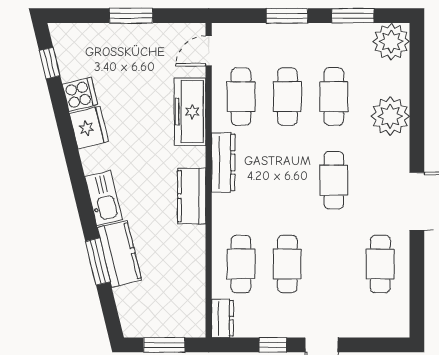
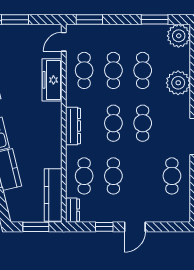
window: (287, 16) -> (89, 20), moved
dresser: (223, 162) -> (73, 126), moved
cafe table: (287, 180) -> (113, 123), added
kitchen counter: (192, 196) -> (53, 195), moved, width x1.50

